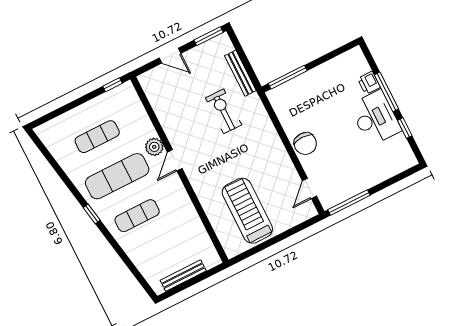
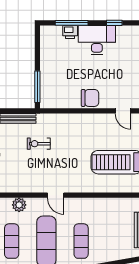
window: (386, 92) -> (72, 23), moved
exercise bike: (224, 111) -> (39, 144), width x0.73, depth x0.72
plant: (154, 147) -> (19, 205), moved

